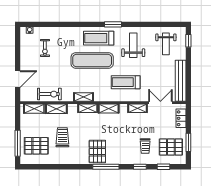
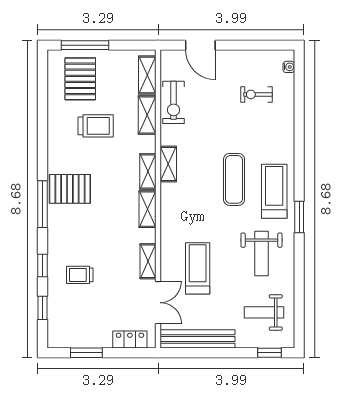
weight bench: (133, 45) -> (261, 254), turned 90
exercise mat: (92, 60) -> (234, 179), width x0.73, depth x0.69
treadmill: (126, 82) -> (198, 268), moved
pallet: (171, 147) -> (78, 321), removed

